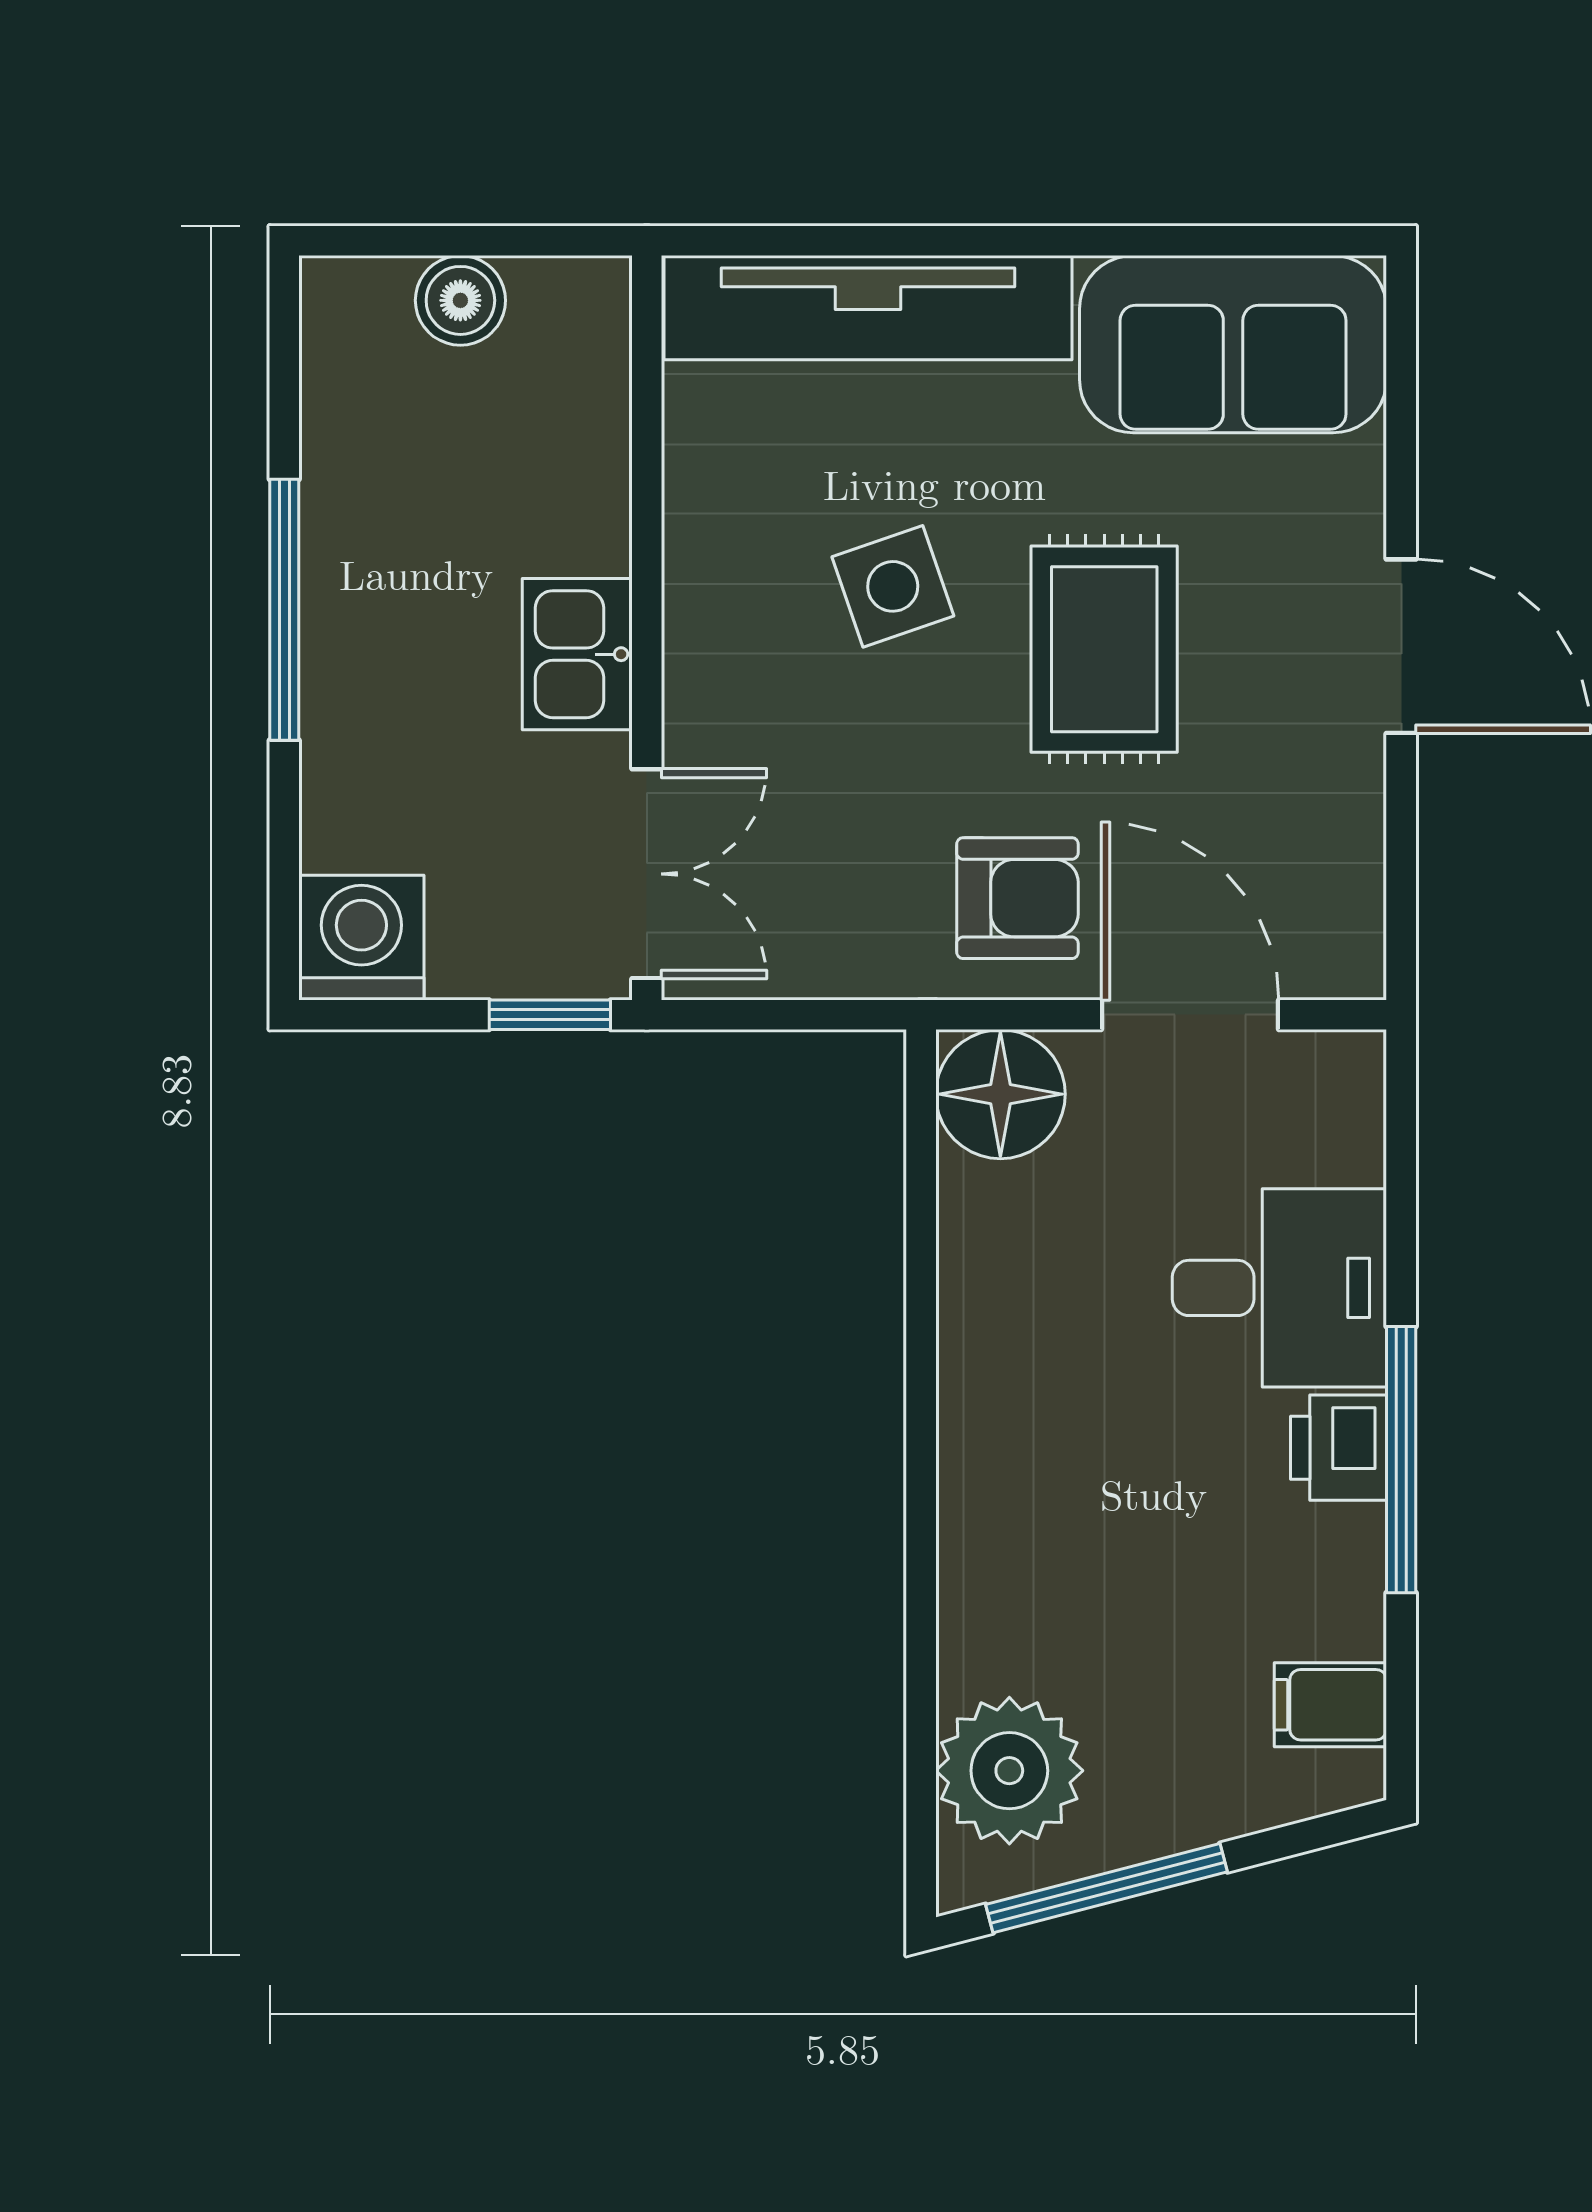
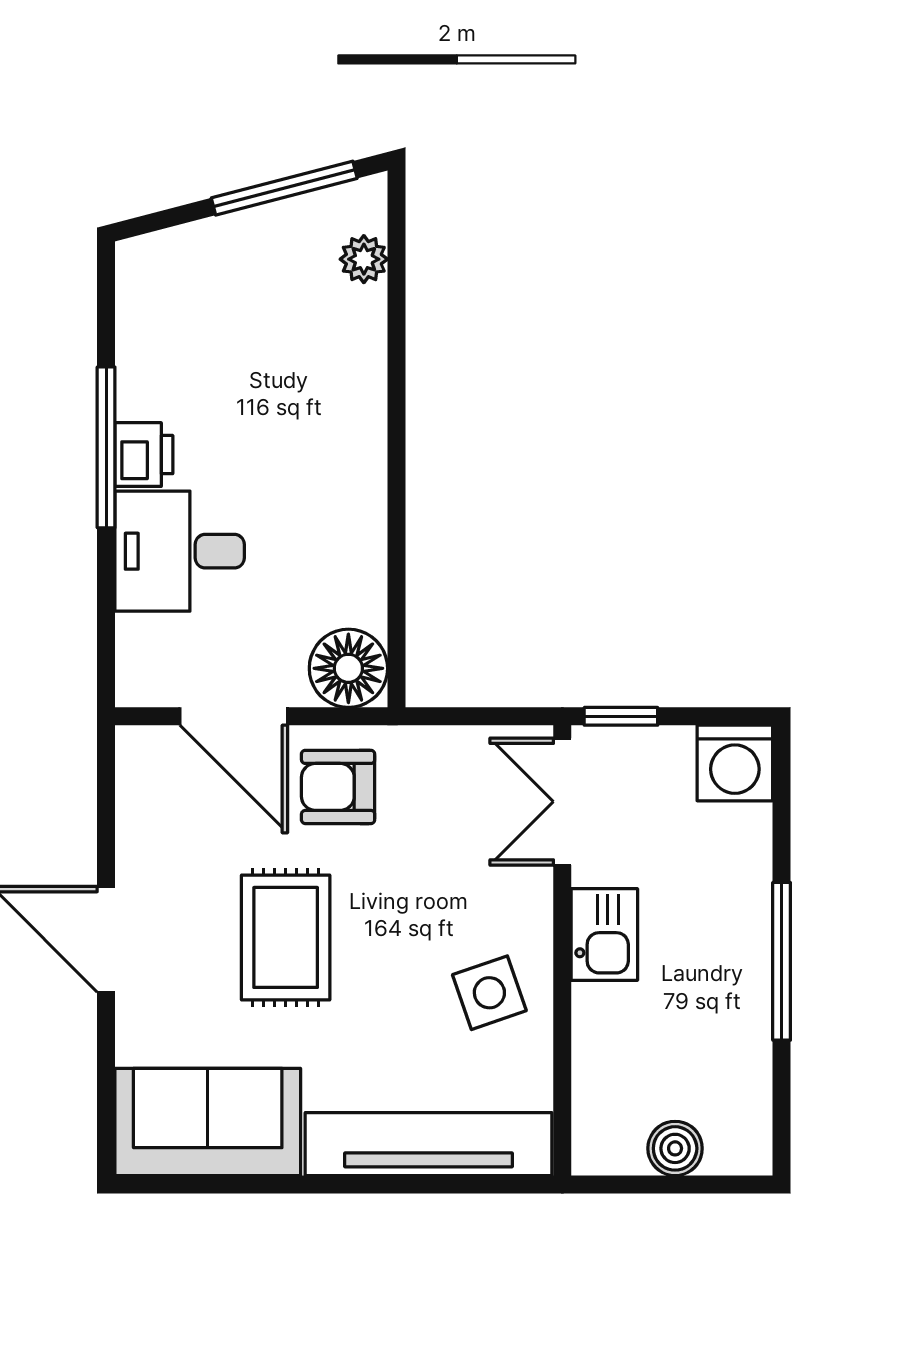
side table: (893, 586) -> (489, 993), moved
filing cabinet: (1330, 1705) -> (149, 299), removed
plant: (1009, 1771) -> (364, 259), width x0.53, depth x0.53

